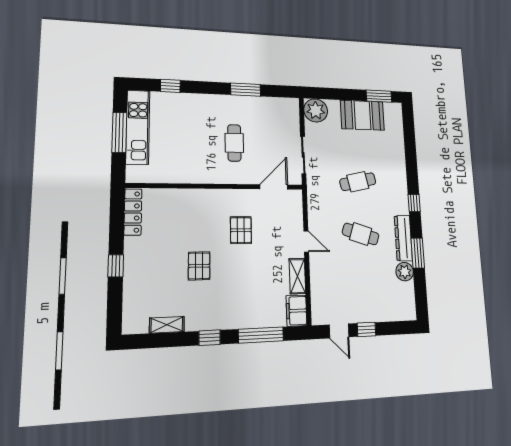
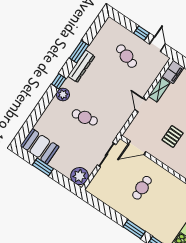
window: (246, 90) -> (134, 229), moved
window: (379, 96) -> (43, 167), moved
booth: (362, 115) -> (40, 146), moved
cafe table: (361, 234) -> (127, 56), moved
plant: (405, 272) -> (63, 94), moved

